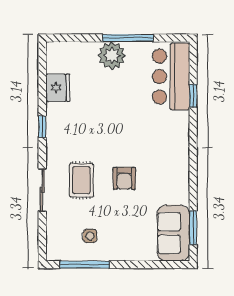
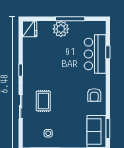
bar counter: (171, 77) -> (95, 54), moved
fridge: (58, 88) -> (30, 29), moved
armchair: (124, 178) -> (94, 95), moved

